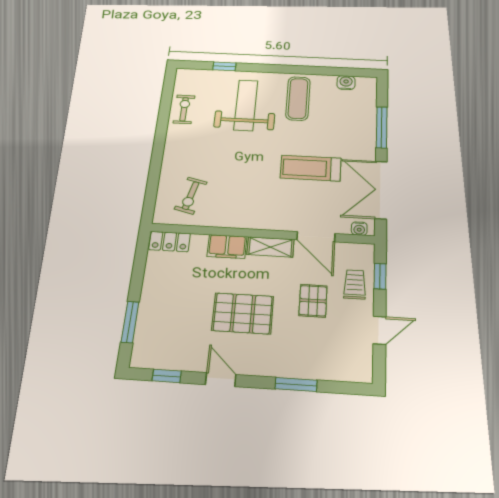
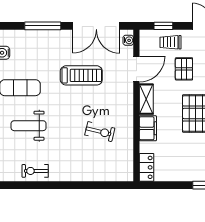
weight bench: (246, 105) -> (29, 126), width x0.73, depth x0.75
treadmill: (311, 168) -> (81, 75), turned -90
exercise bike: (191, 196) -> (100, 132), moved
pallet: (313, 301) -> (184, 69), turned 90

